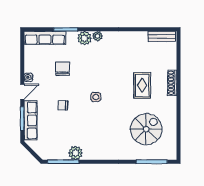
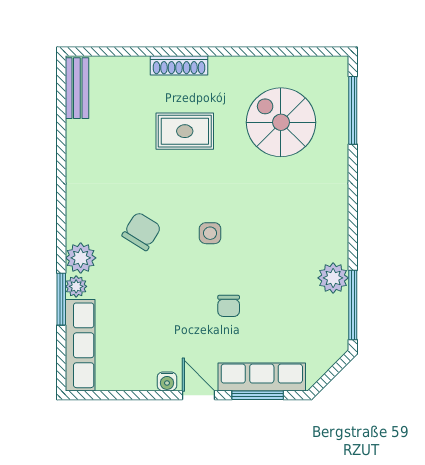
plant: (97, 36) -> (76, 286), moved
chair: (63, 69) -> (142, 231), moved, turned 122

